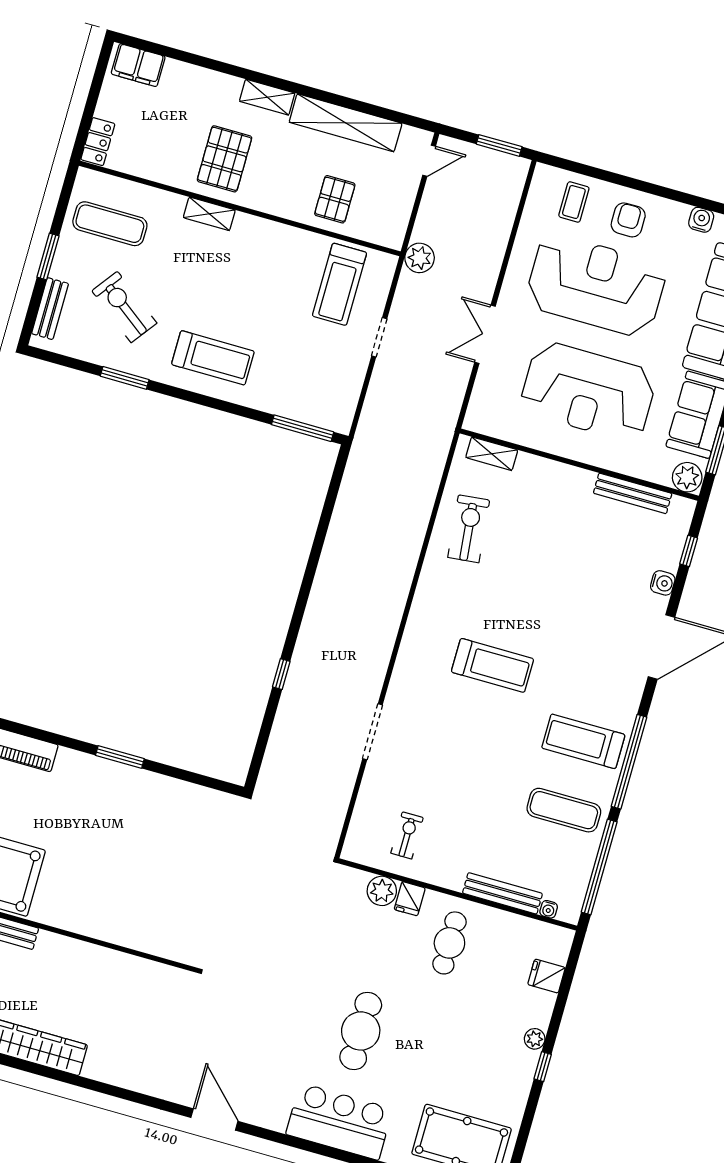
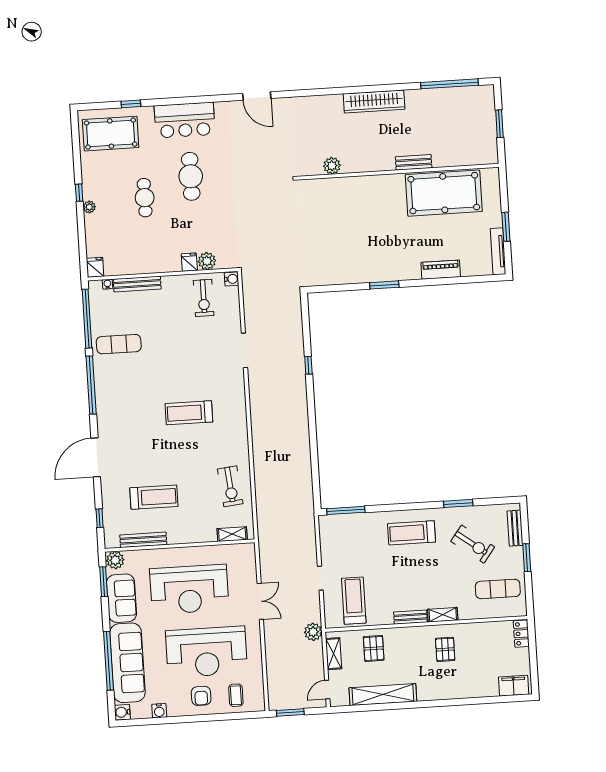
shelving: (267, 97) -> (334, 654), moved, turned 90
pallet: (224, 159) -> (445, 649), width x0.67, depth x0.71
bench: (261, 228) -> (410, 617), added
reception desk: (588, 392) -> (189, 589), turned 180
water cooler: (663, 583) -> (232, 279), moved, turned 180
treadmill: (583, 741) -> (154, 497), moved
exercise bike: (407, 835) -> (204, 298), width x1.38, depth x1.39
cafe table: (449, 943) -> (145, 198), moved
plant: (136, 970) -> (332, 166), added
fridge: (546, 976) -> (95, 267), moved, turned -90

